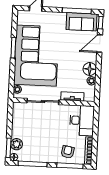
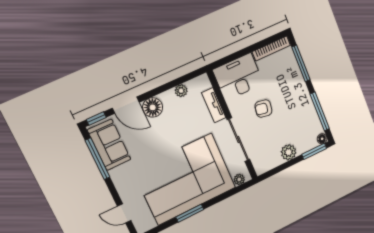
floor lamp: (90, 69) -> (153, 107), moved
plant: (17, 144) -> (289, 152), moved
armchair: (68, 152) -> (263, 109), moved

